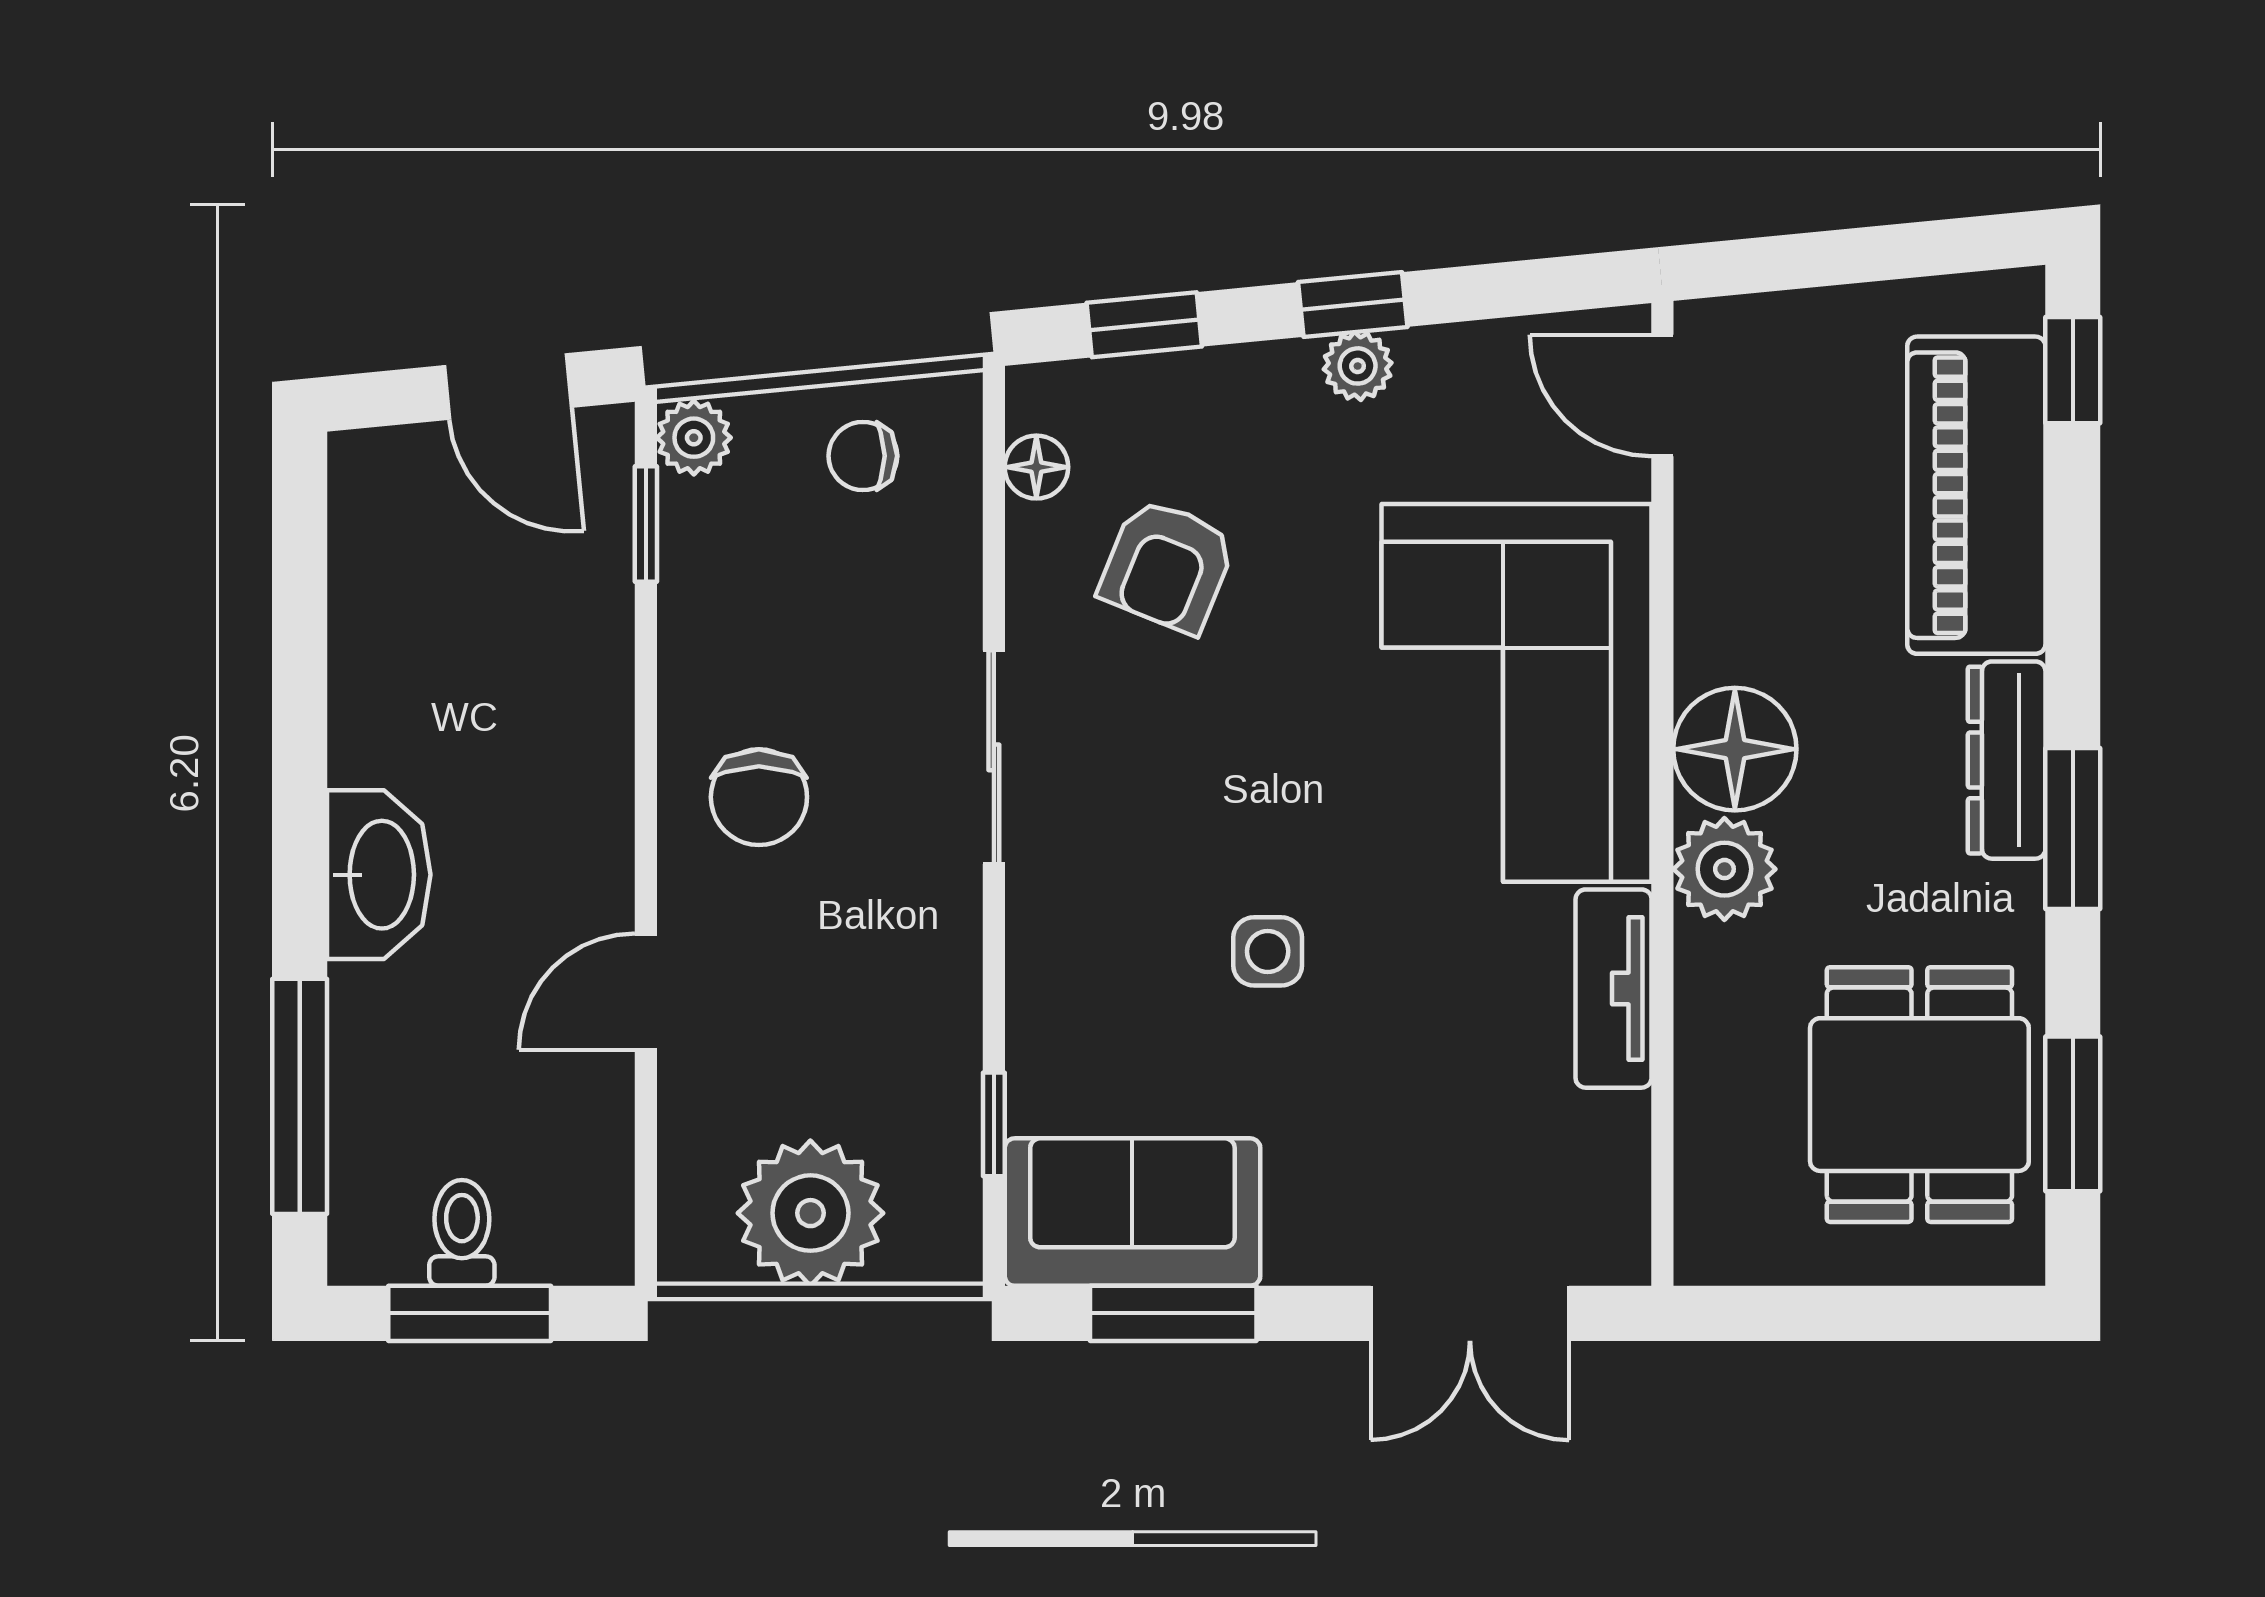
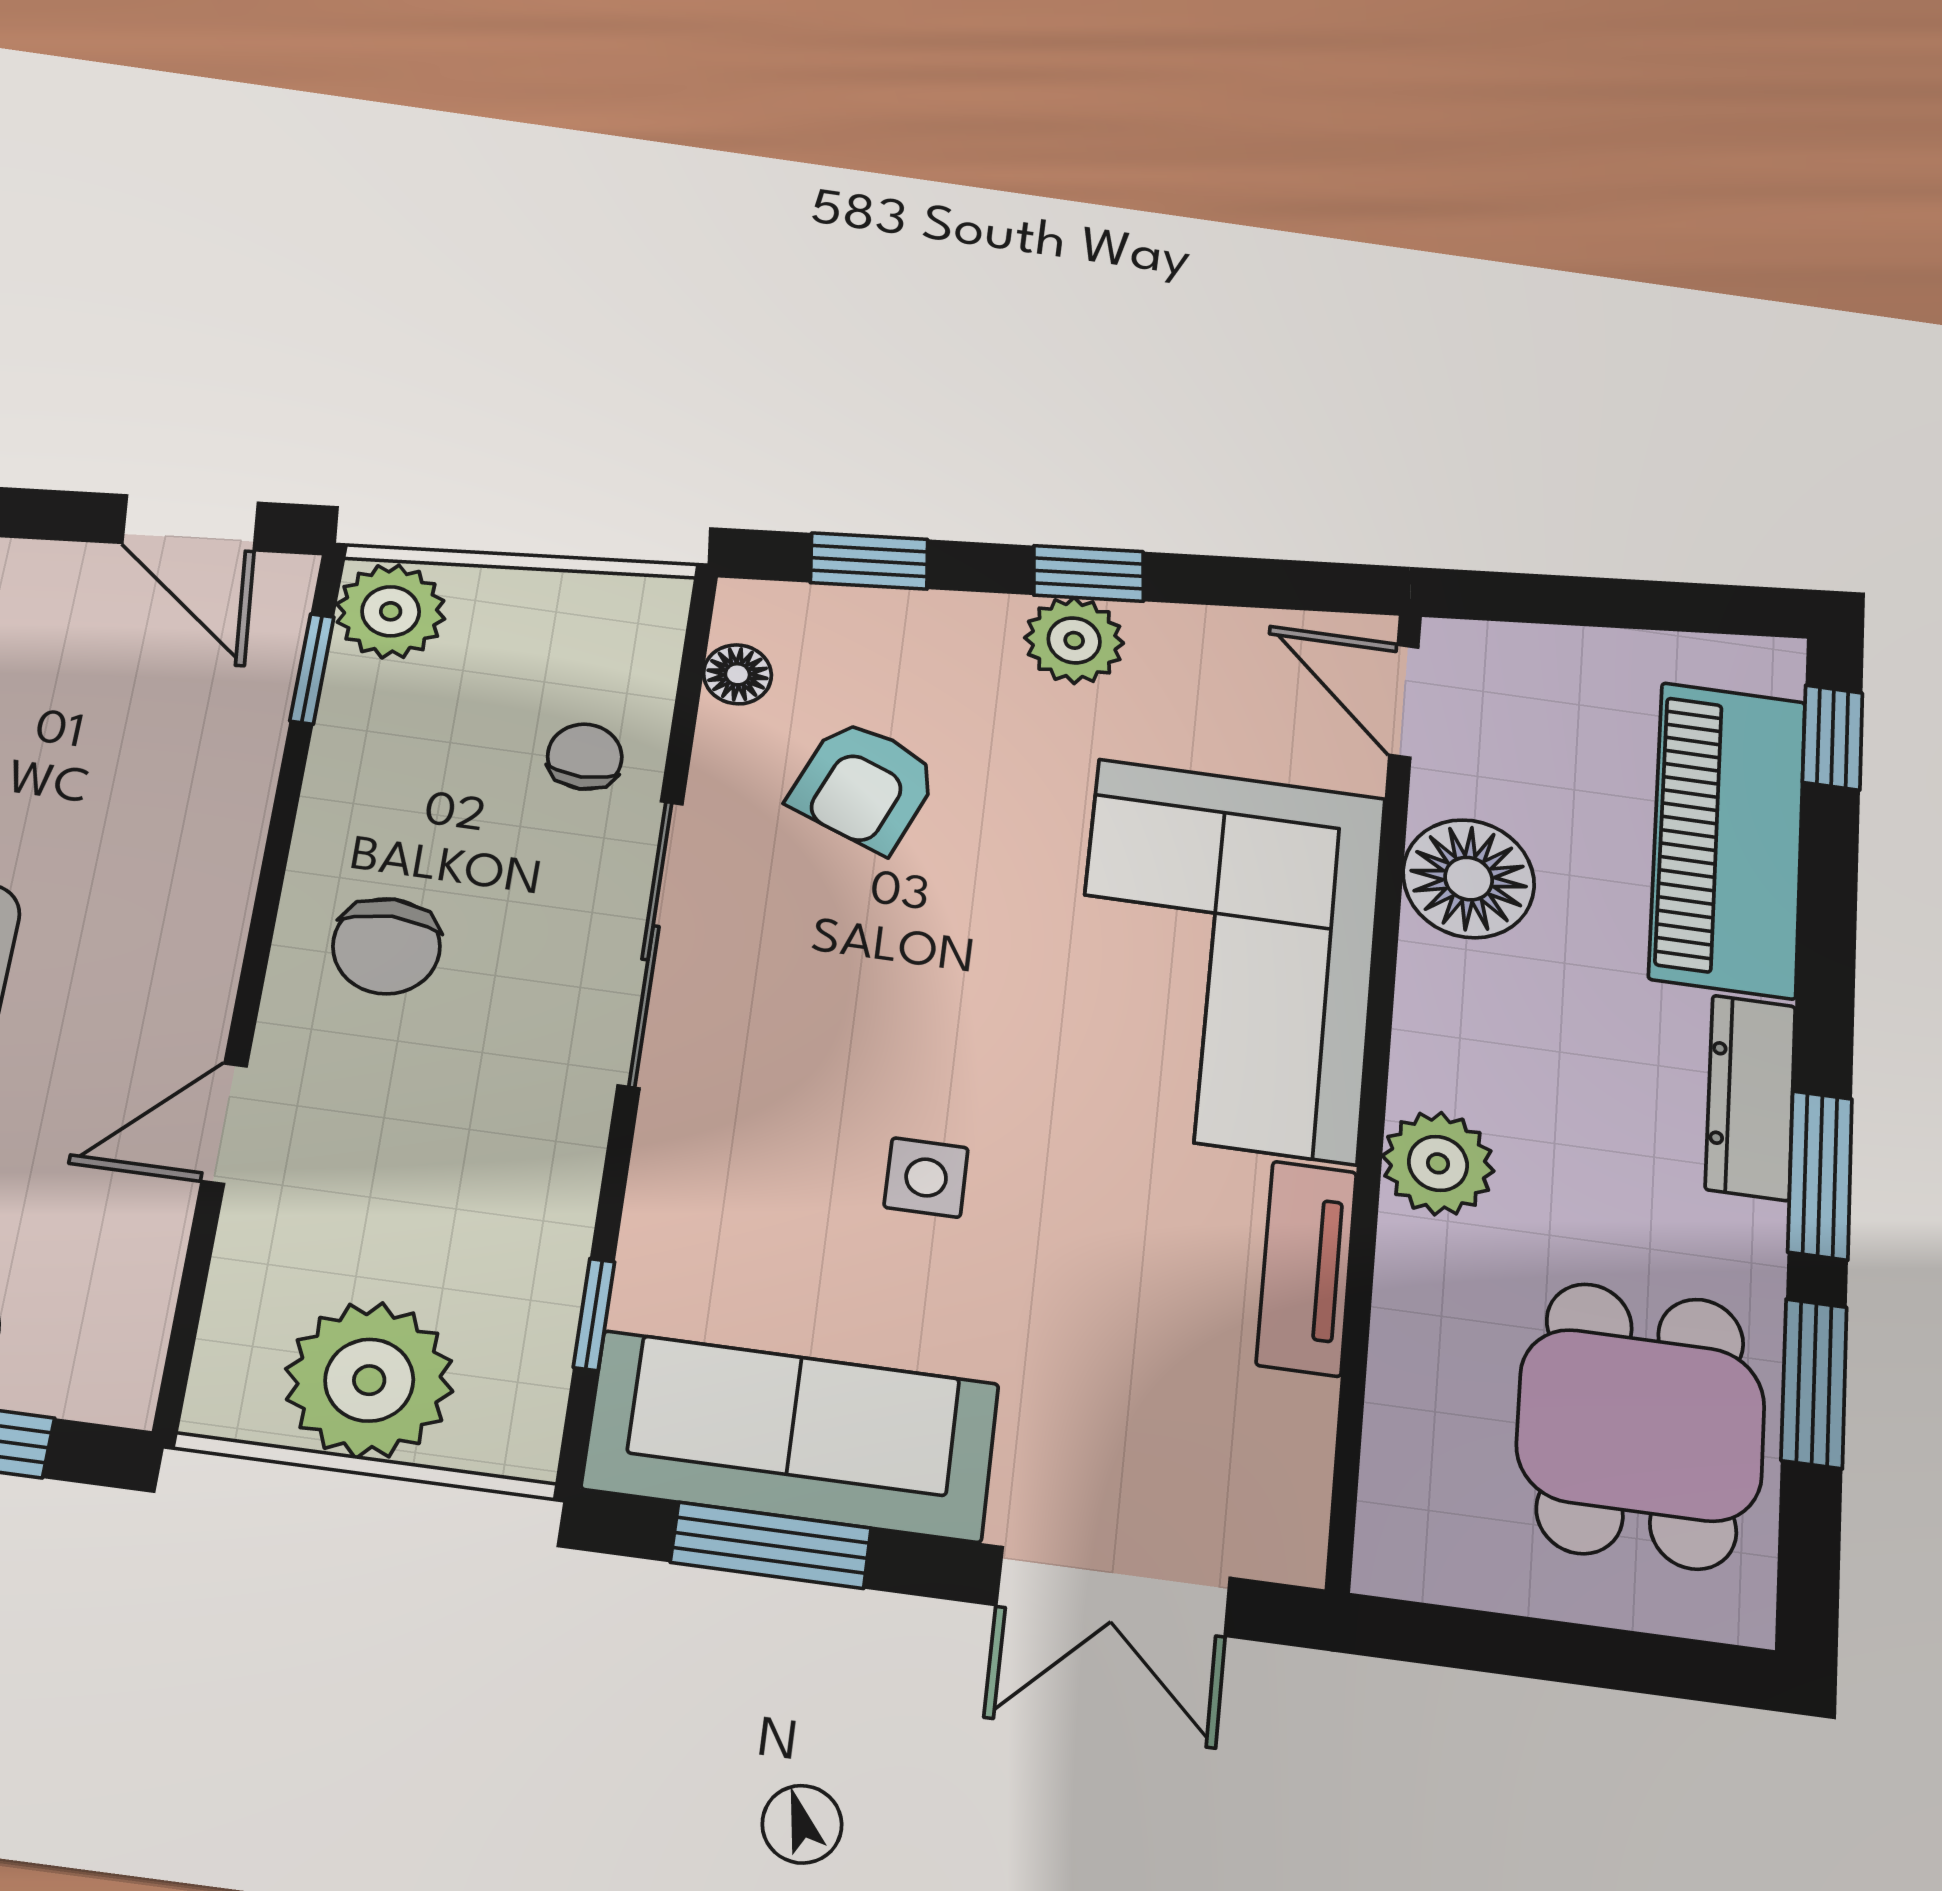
plant: (1358, 366) -> (1074, 640), width x1.37, depth x1.37
plant: (694, 438) -> (391, 611), width x1.38, depth x1.38
chair: (863, 456) -> (585, 757), moved, turned 90
floor lamp: (1735, 749) -> (1469, 879), moved
sliding door: (994, 757) -> (650, 943), width x1.37
window: (2073, 1114) -> (1814, 1383), moved
sofa: (1132, 1212) -> (791, 1436), width x1.36

